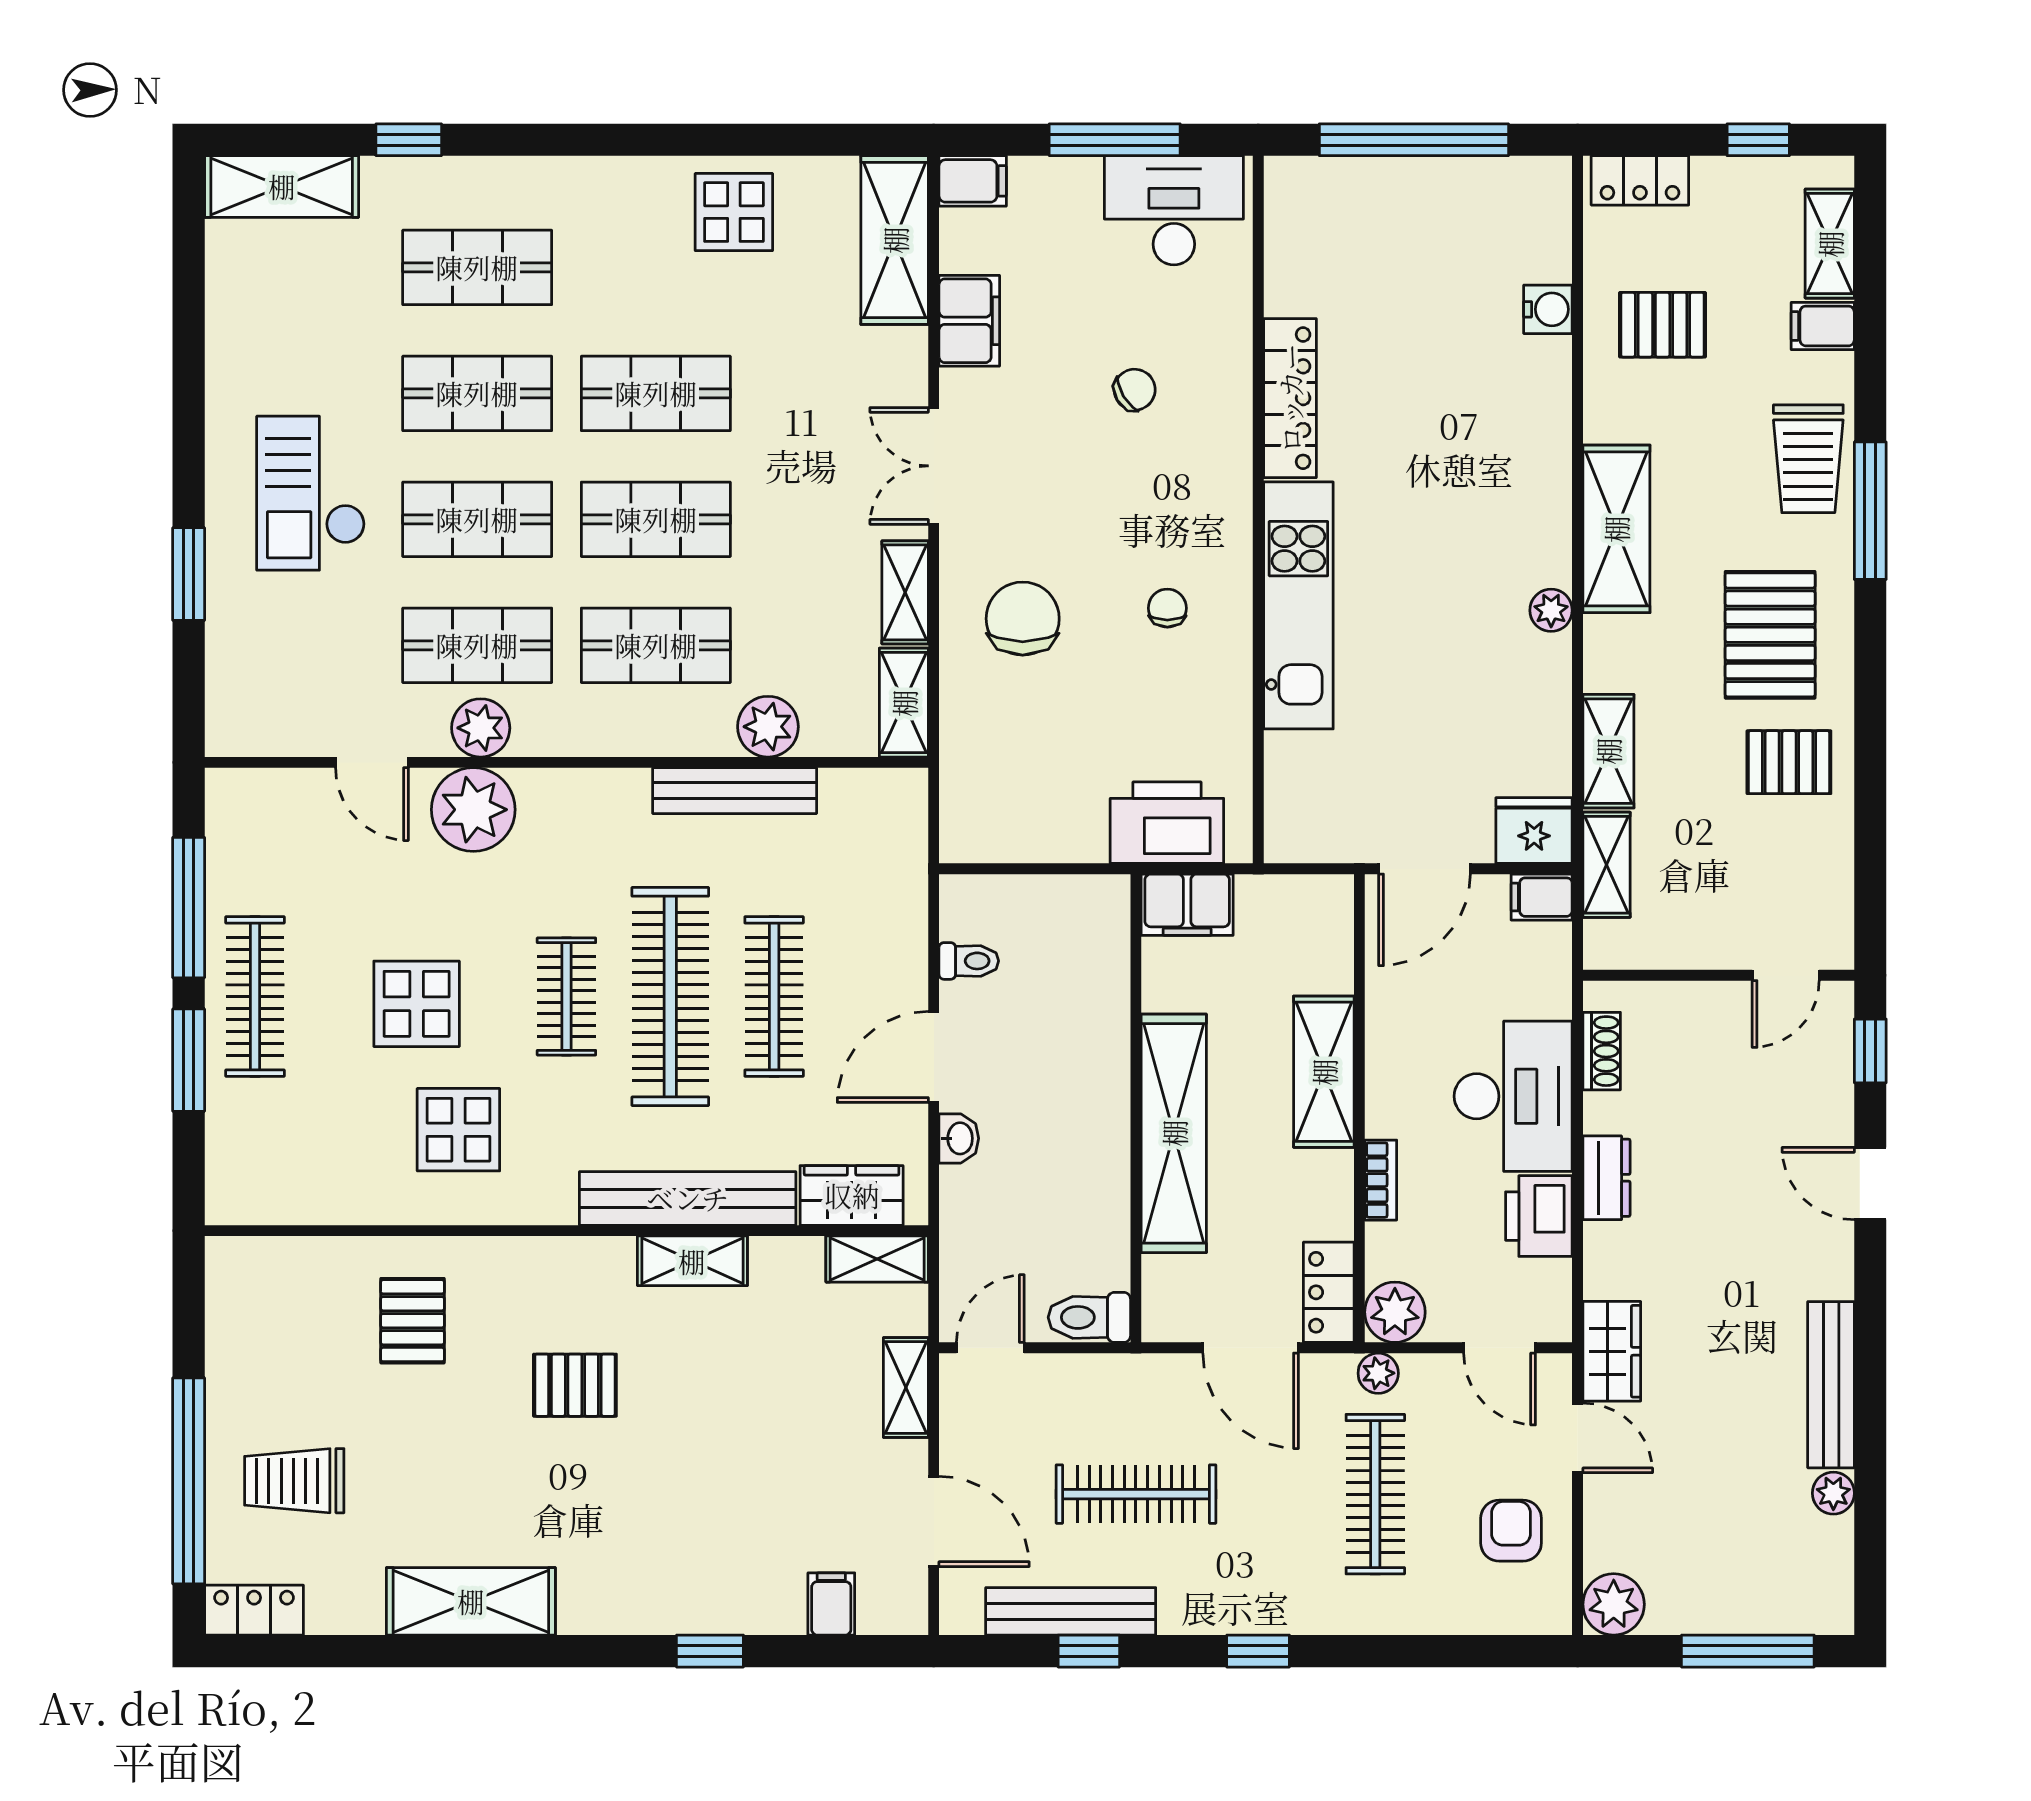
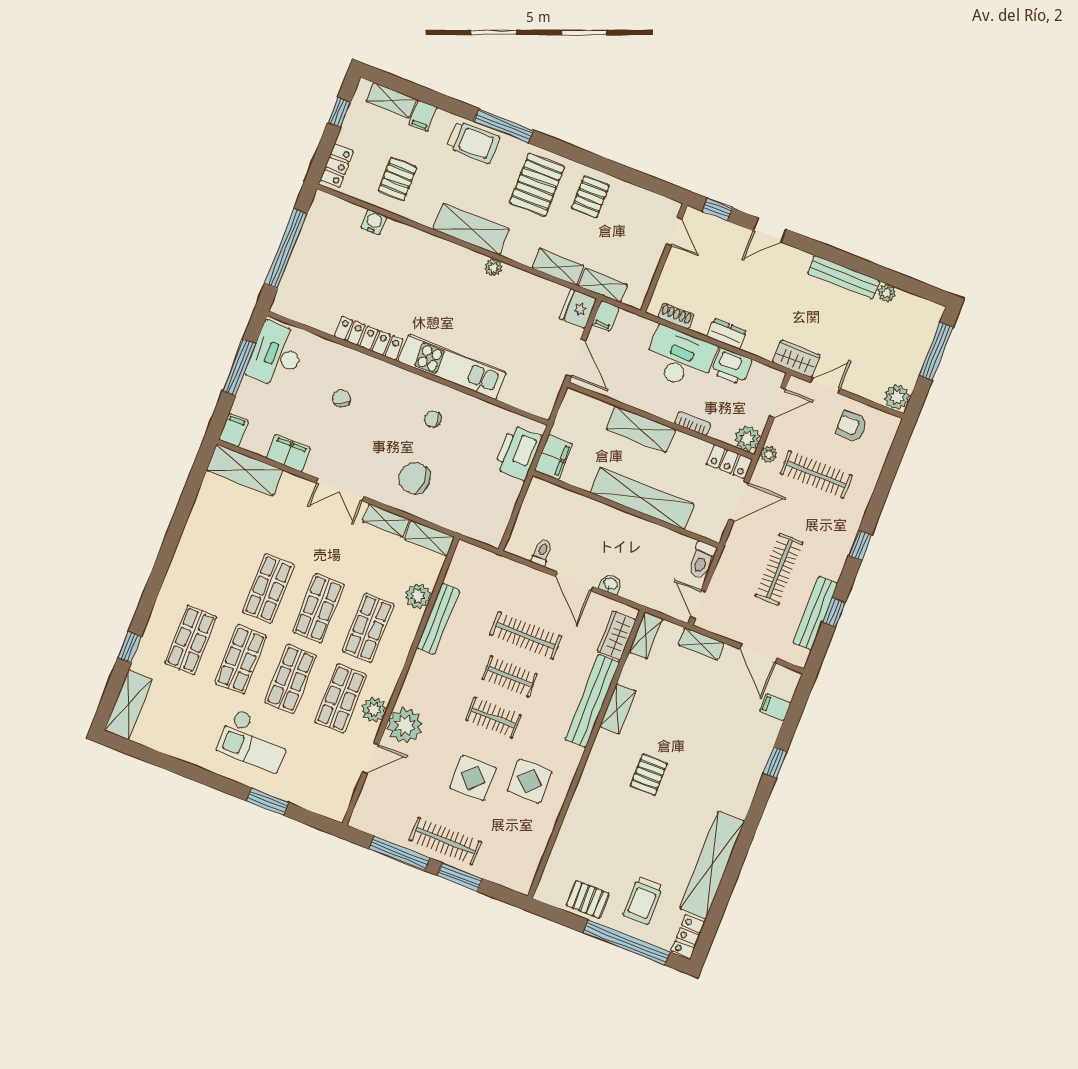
display table: (734, 212) -> (209, 529), removed
pallet: (1770, 635) -> (537, 185), turned 90
clothes rail: (670, 997) -> (510, 676), width x0.54, depth x0.76
pallet: (413, 1321) -> (588, 900), moved
door: (934, 1521) -> (758, 654), swing flipped
shelving: (471, 1601) -> (712, 865), width x1.47

